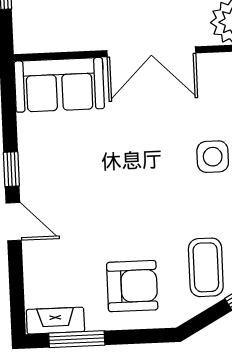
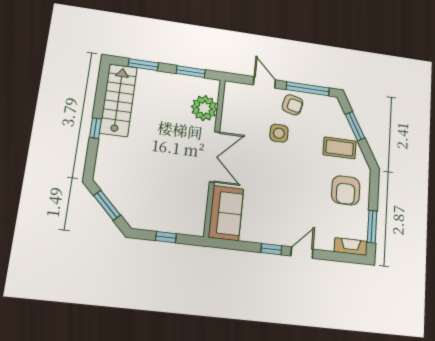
armchair: (132, 286) -> (346, 190), turned 180
fireplace: (55, 321) -> (351, 247), moved, turned 90

